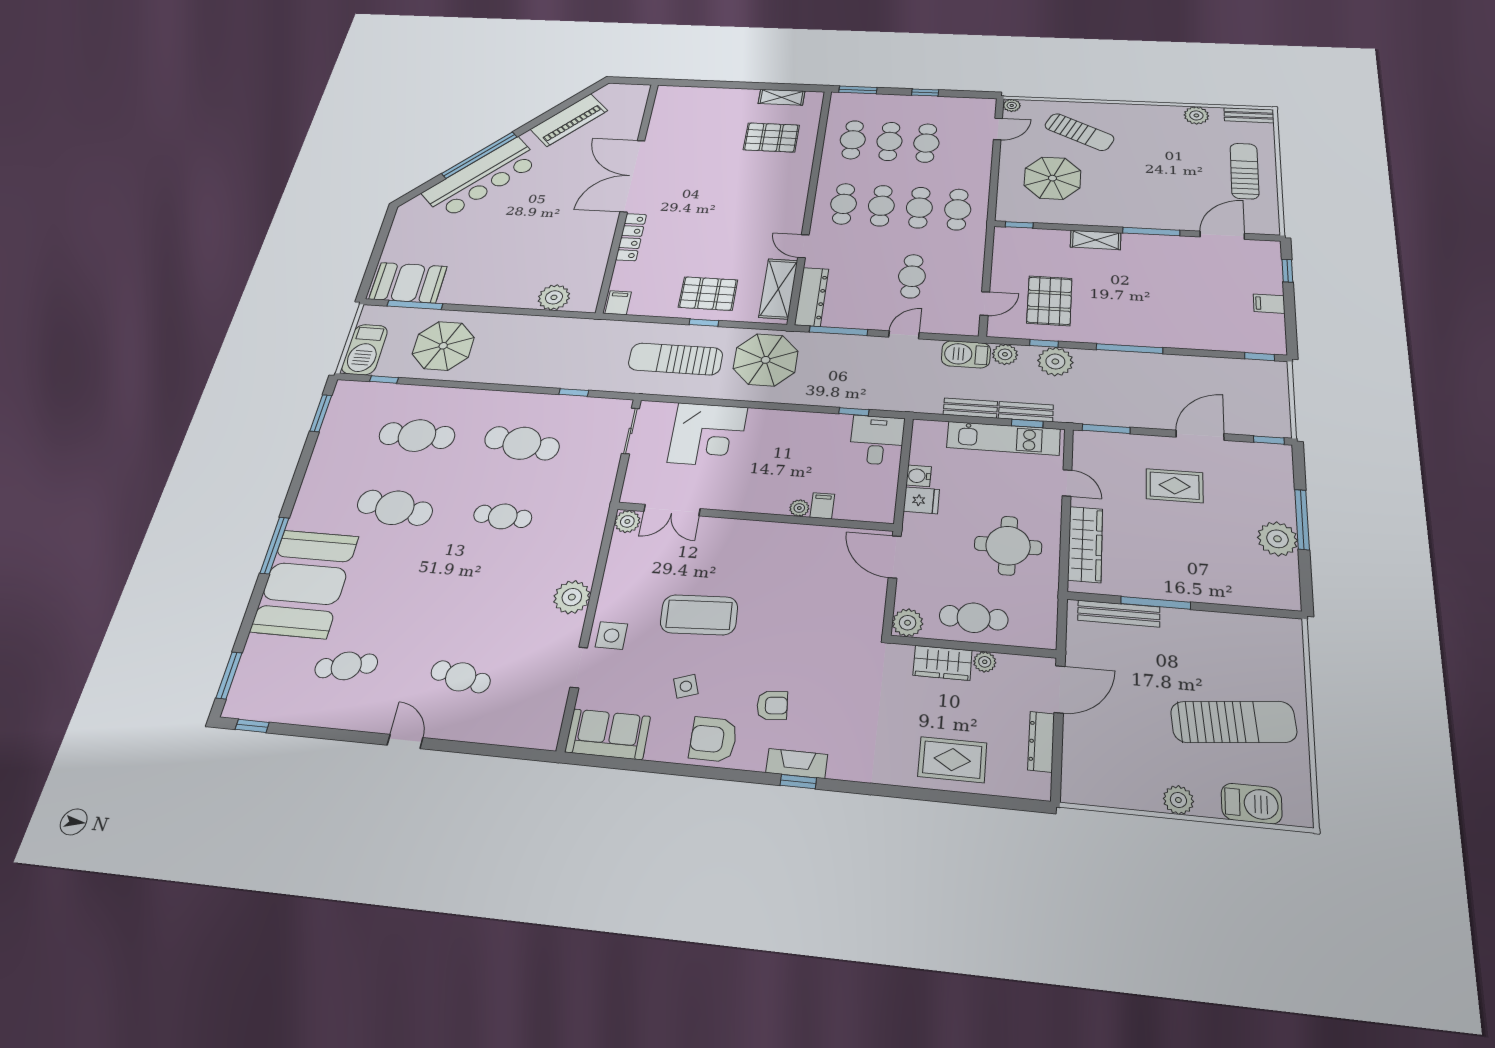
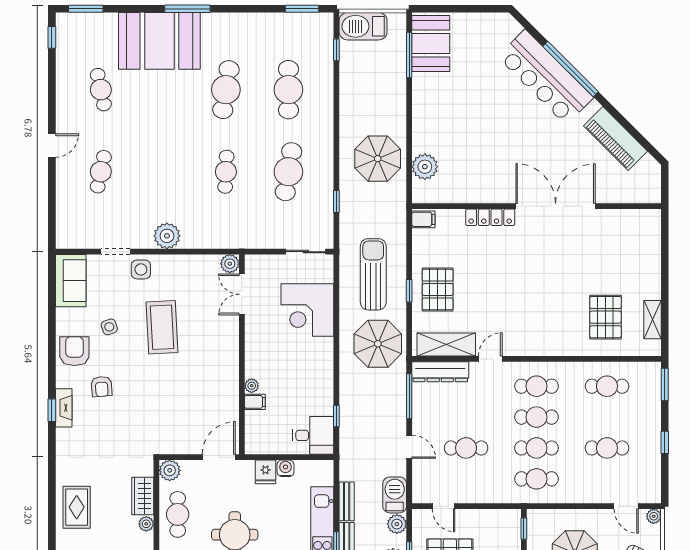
cafe table: (889, 141) -> (607, 417), removed
parasol: (443, 346) -> (378, 159), moved

